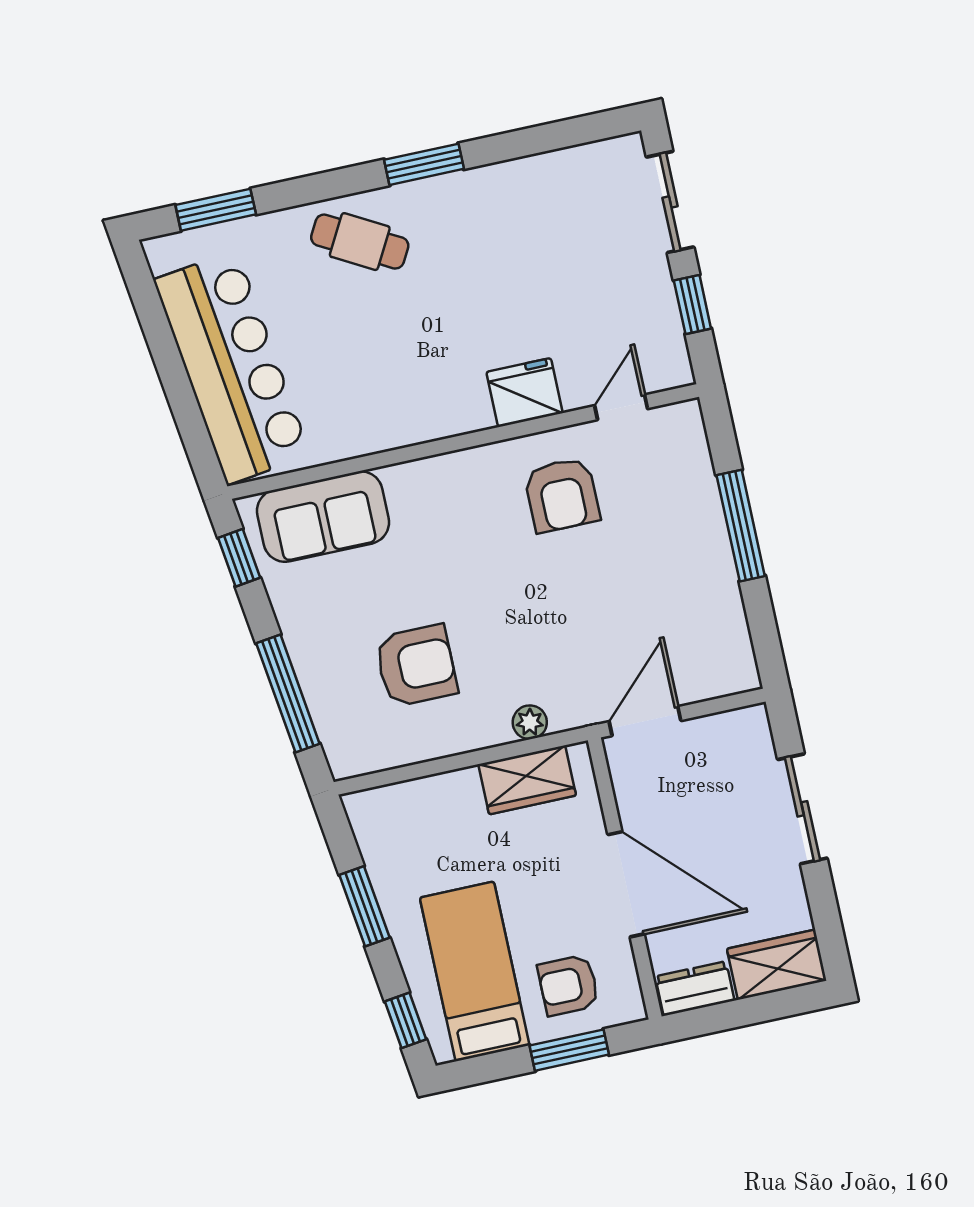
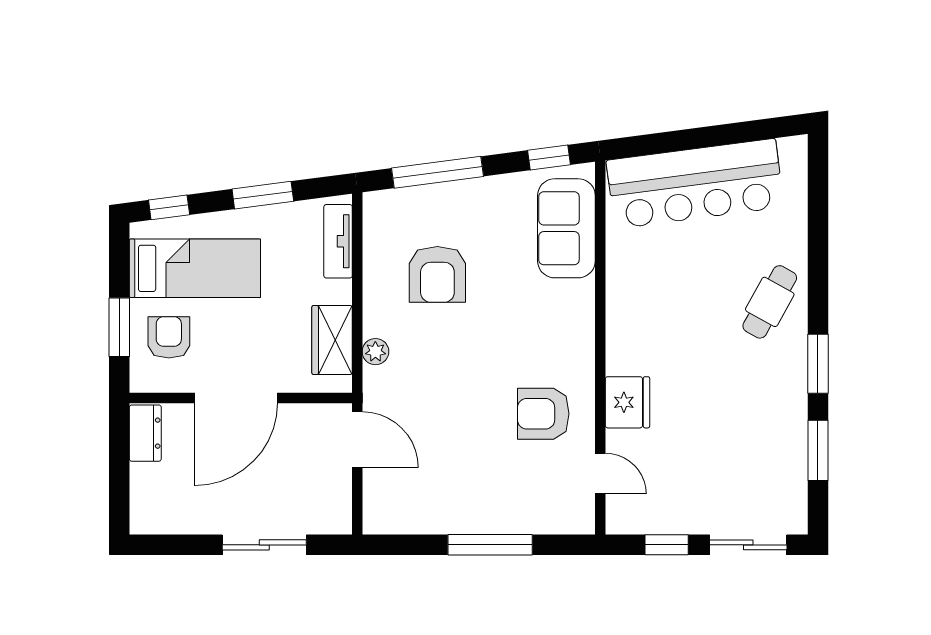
window: (216, 210) -> (818, 450), moved
tv unit: (402, 799) -> (338, 241), added
wardrobe: (777, 965) -> (150, 499), removed

